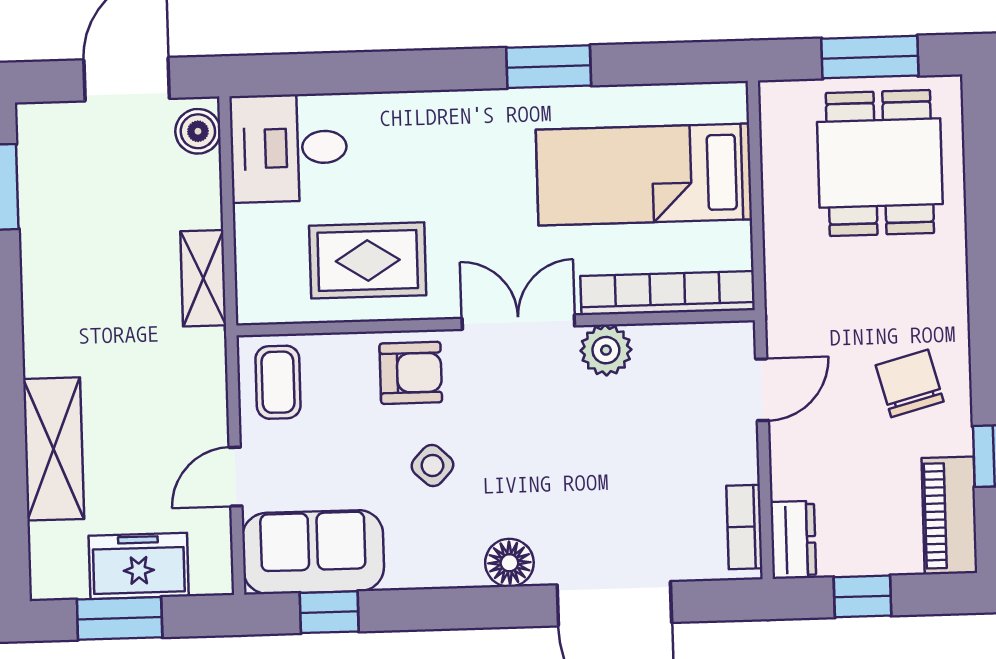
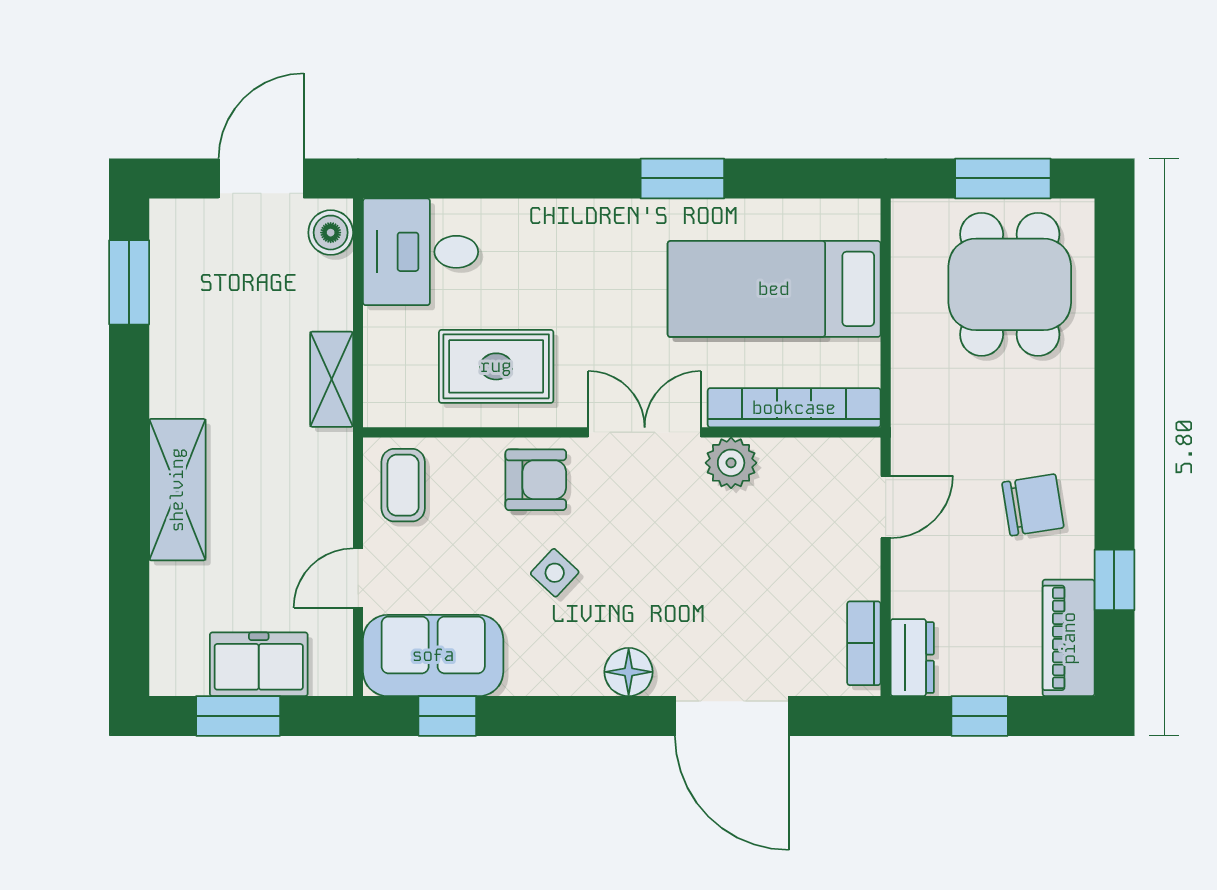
chair: (910, 383) -> (1033, 505), turned 96
shelving: (54, 449) -> (177, 490), moved

